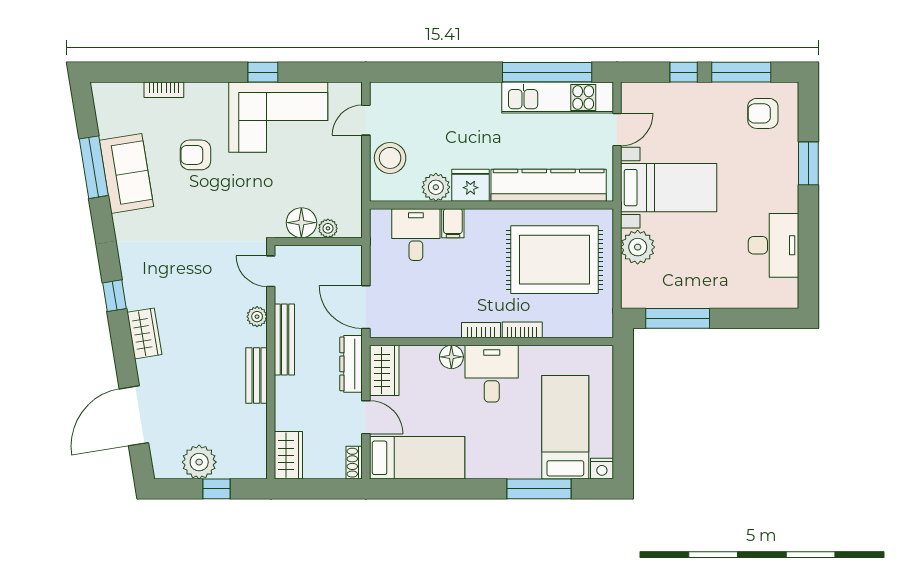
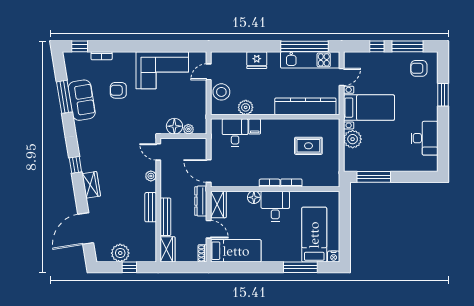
window: (263, 72) -> (80, 46), moved
fridge: (470, 185) -> (257, 60), moved, turned 180
rug: (554, 260) -> (308, 146), width x0.54, depth x0.49
bench: (284, 339) -> (165, 217), moved

